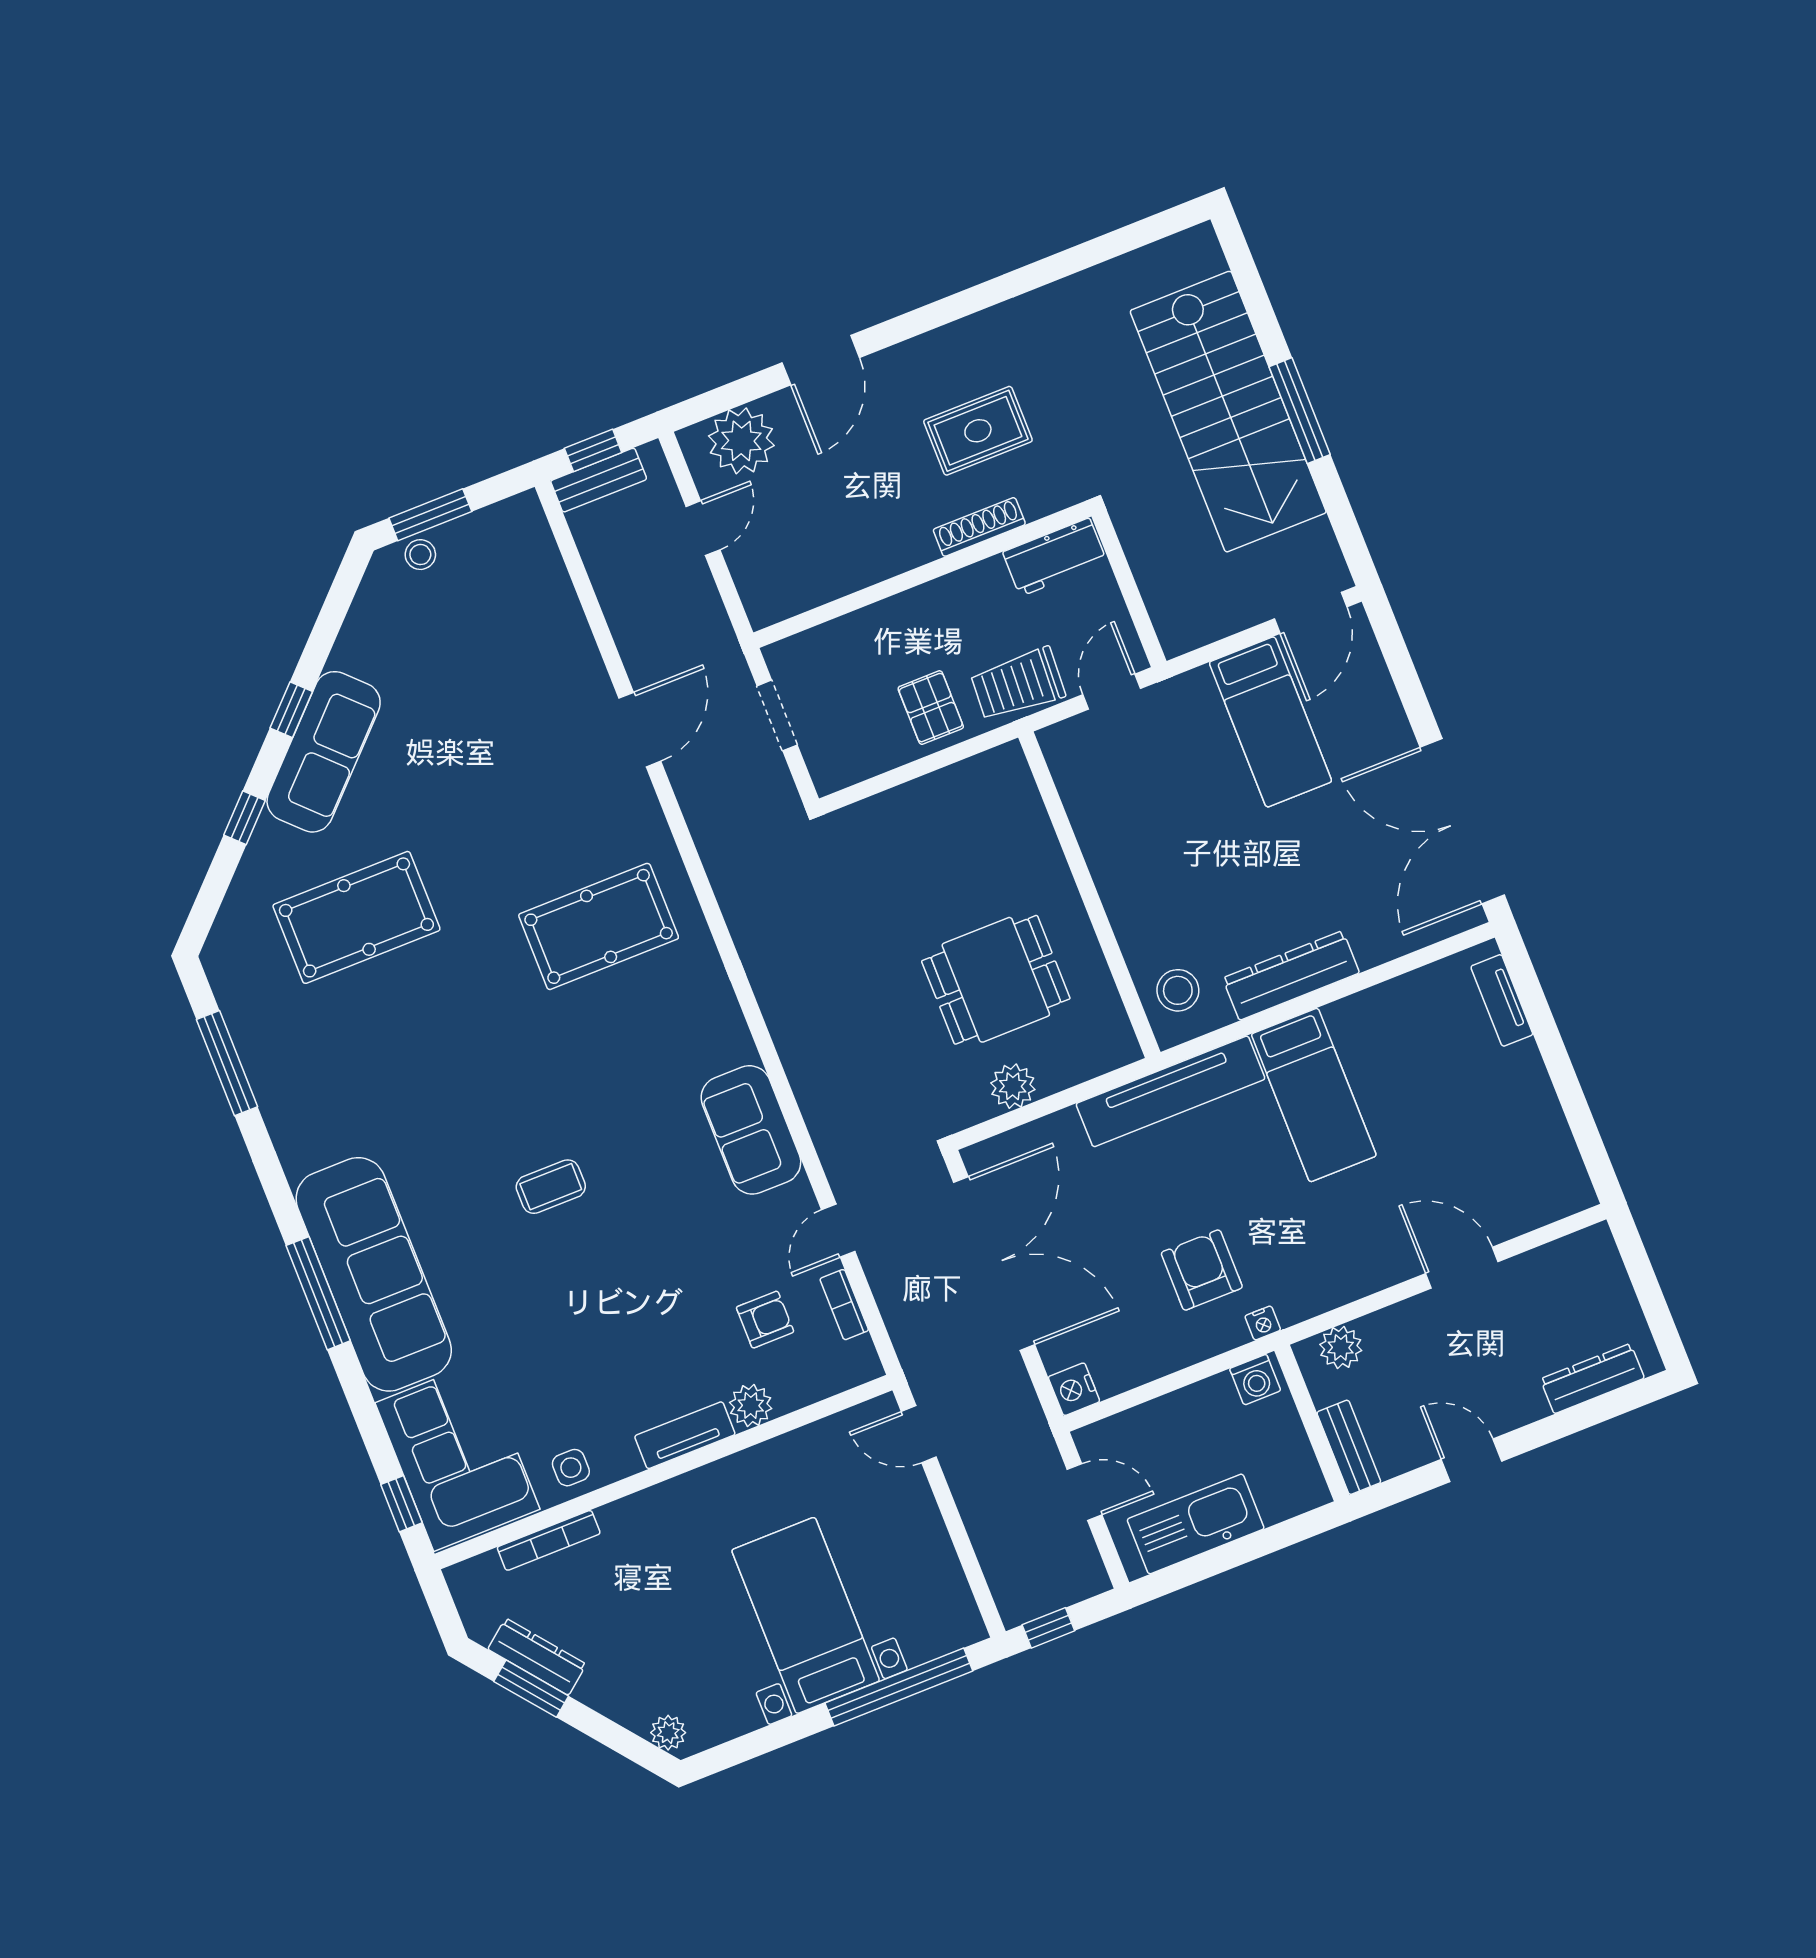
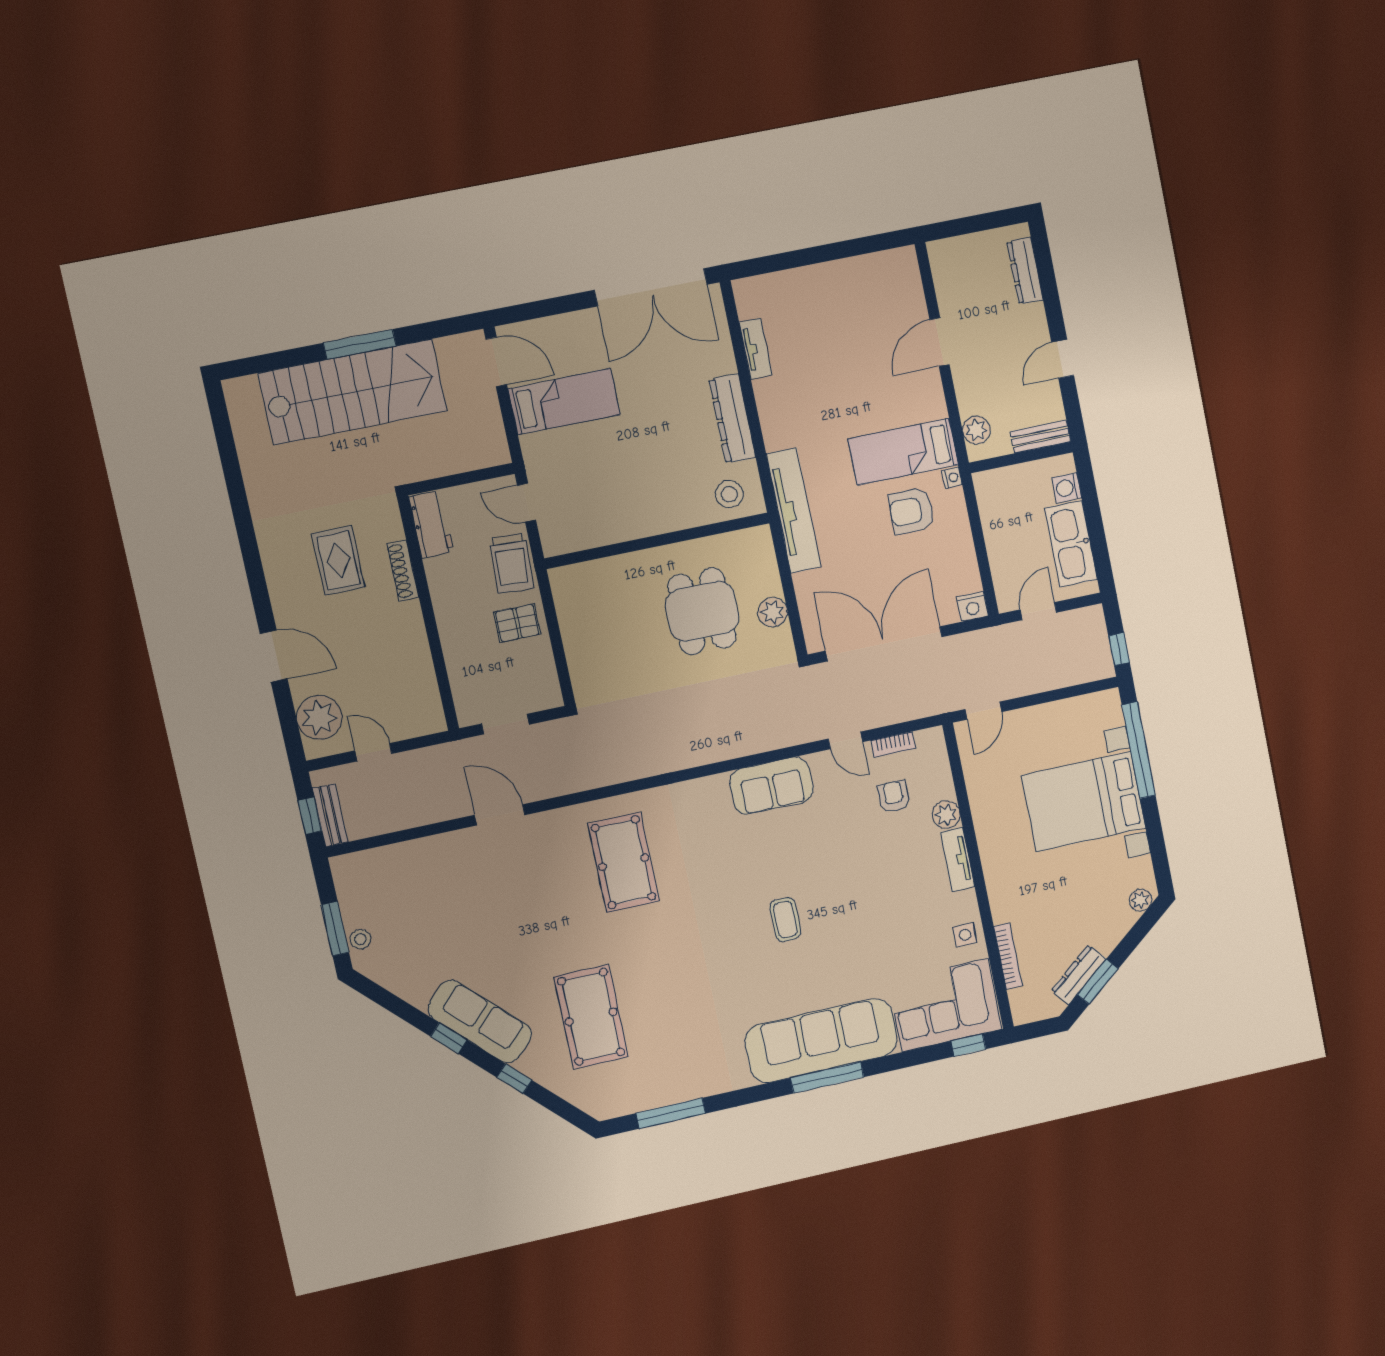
tv unit: (1502, 1000) -> (756, 349), moved, turned -90
bed: (1314, 1095) -> (903, 452), moved, turned 180
washing machine: (1255, 1380) -> (1067, 488), moved, turned 180
bed with nightstands: (806, 1615) -> (1084, 802), width x1.36

